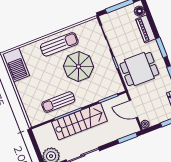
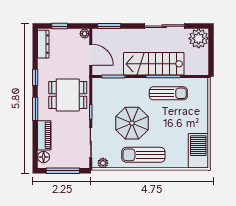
plant: (89, 25) -> (103, 163), added

